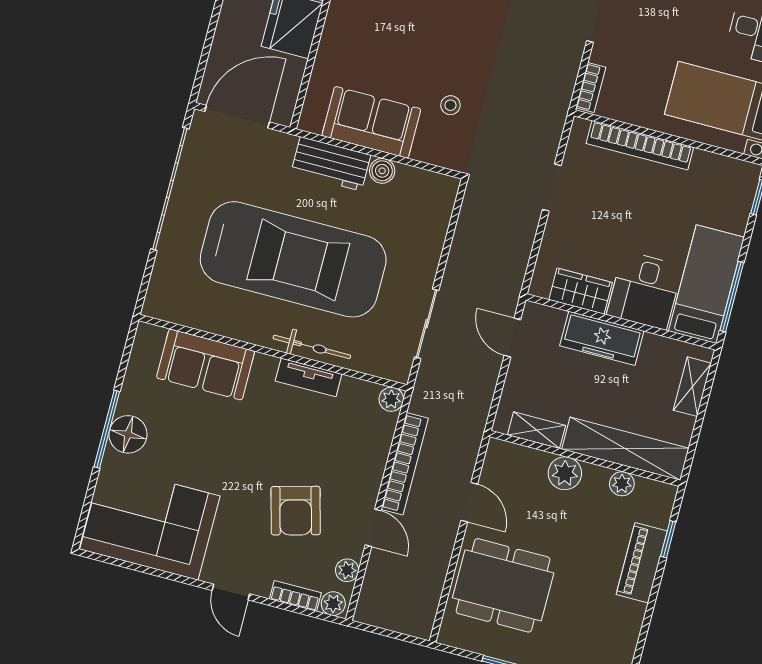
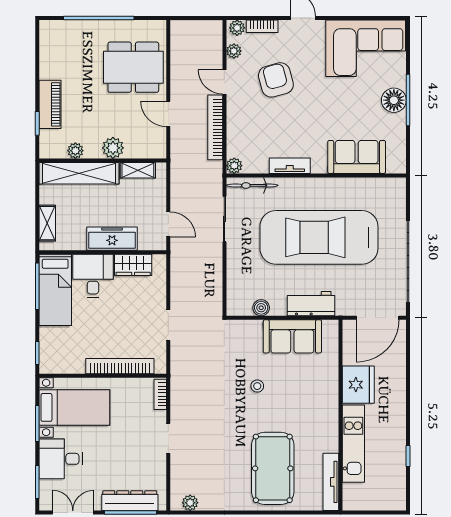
stool: (450, 105) -> (257, 386), moved
boiler: (382, 171) -> (261, 308), moved
bicycle: (312, 347) -> (252, 185), moved

